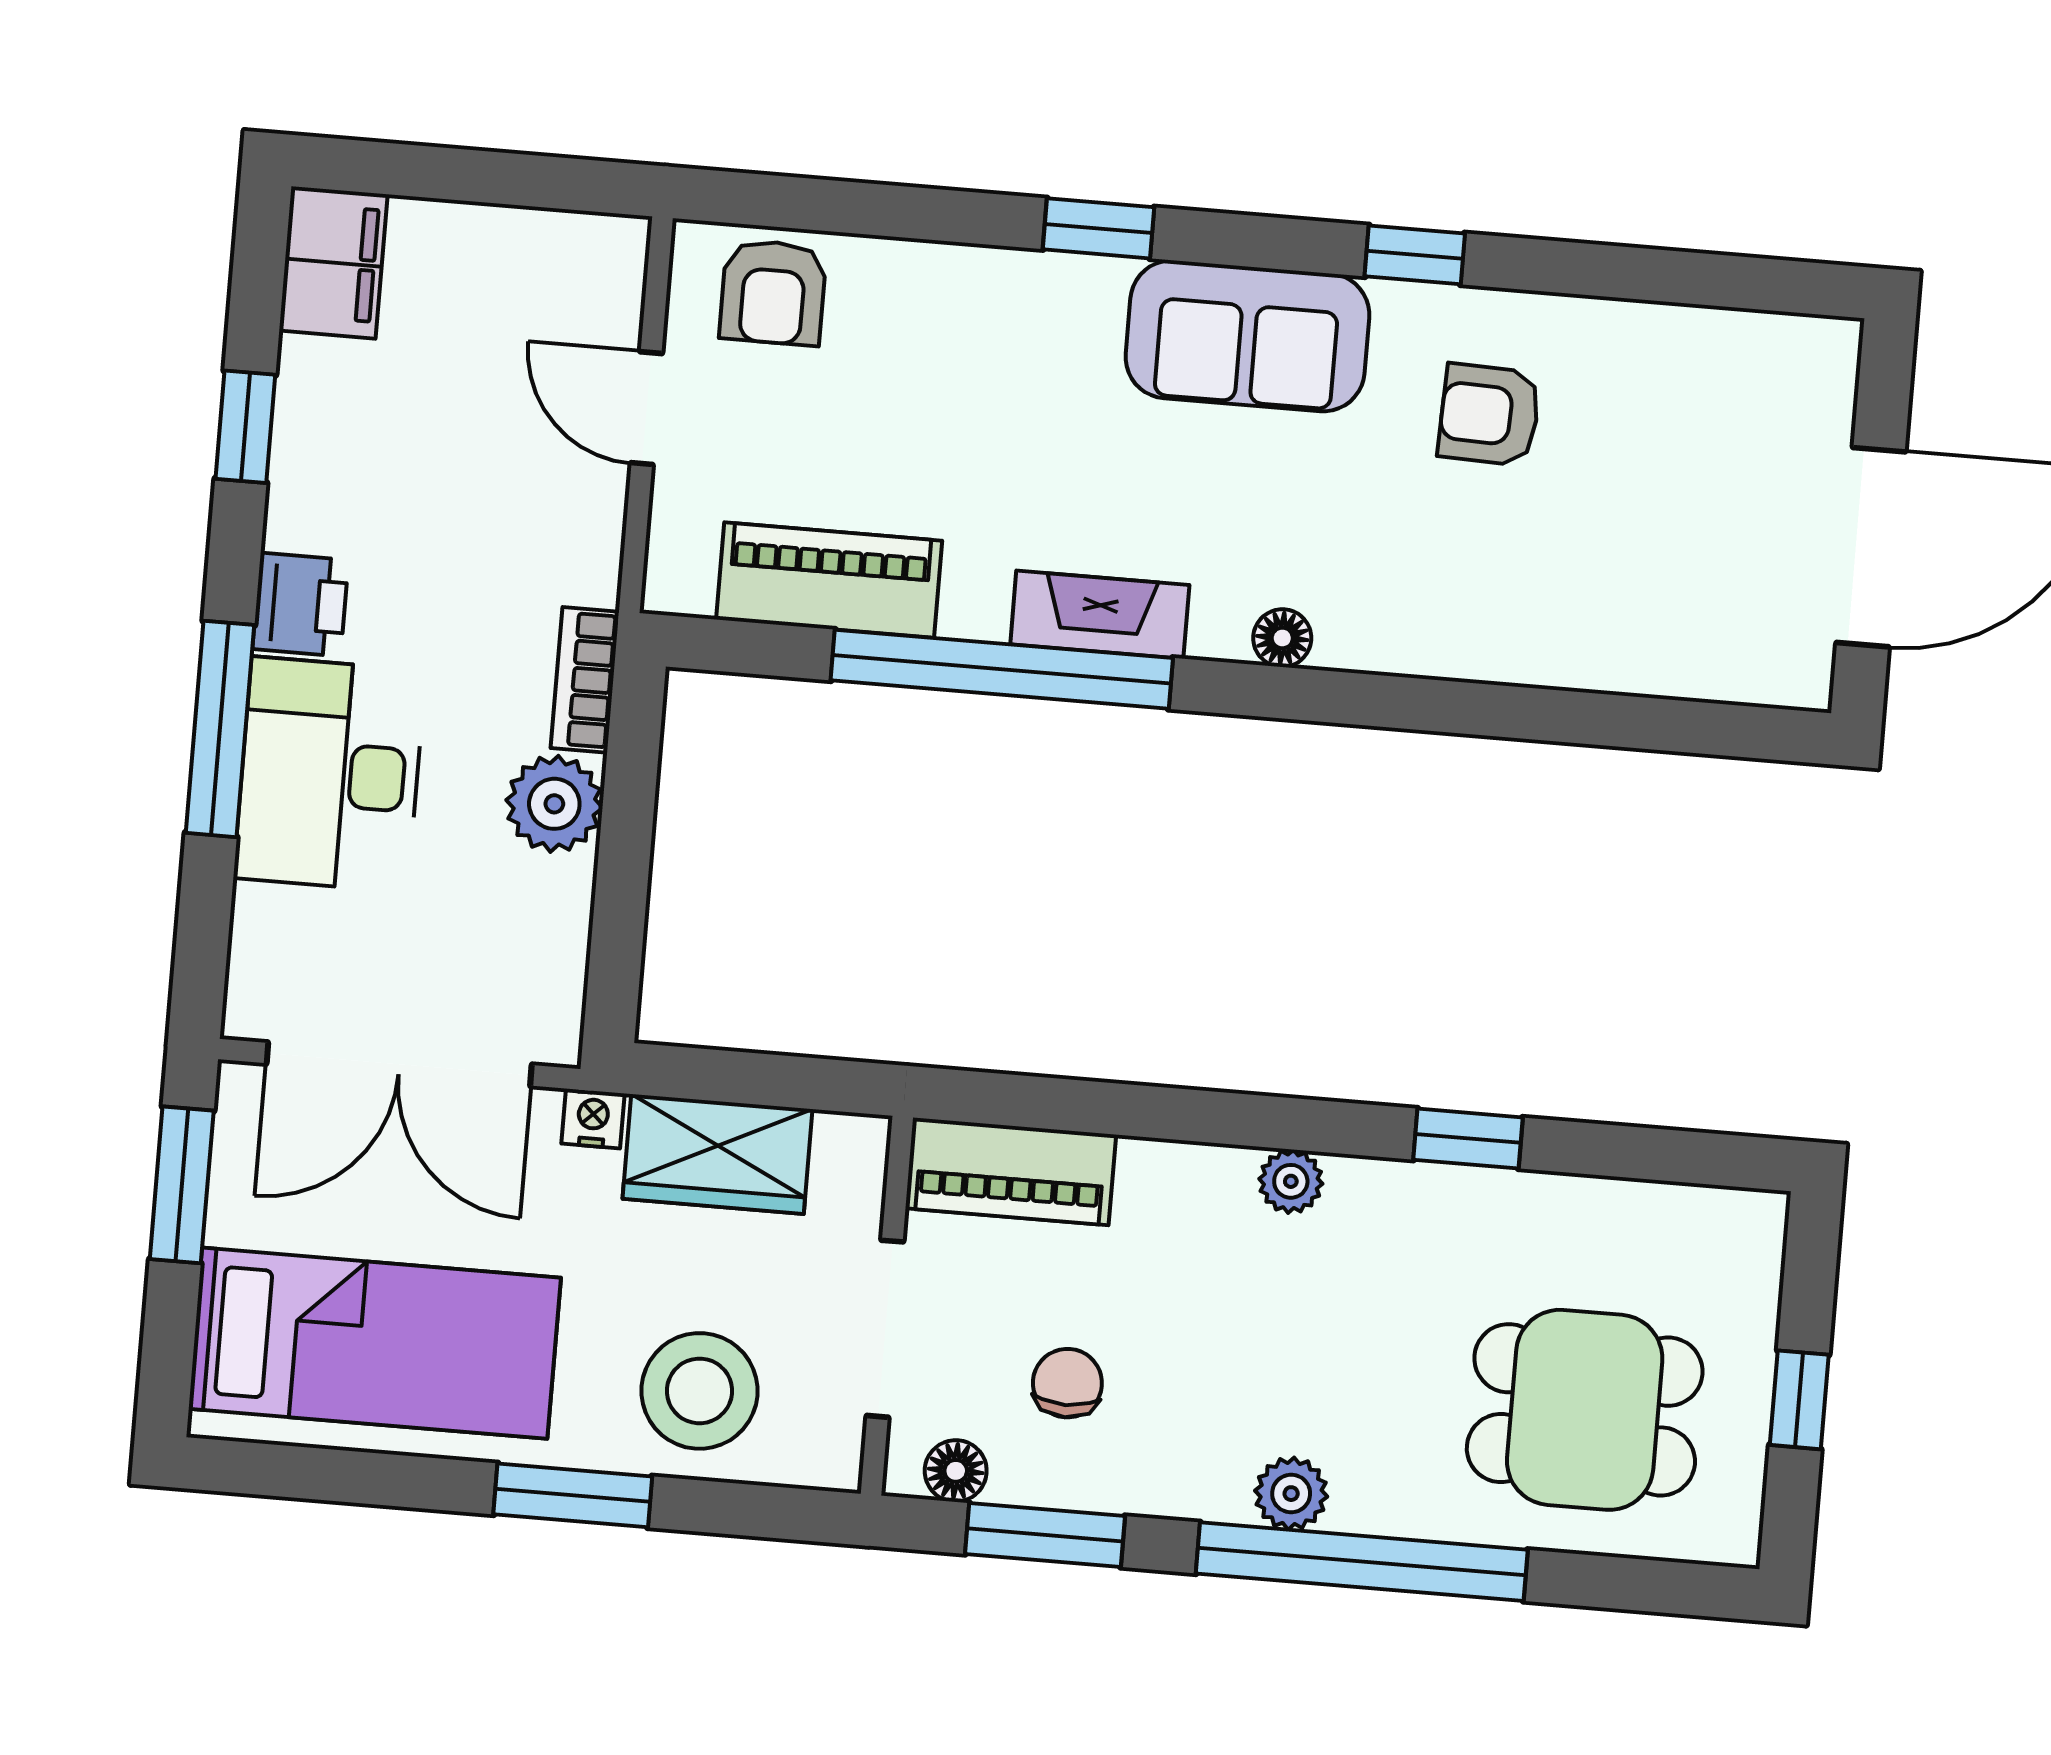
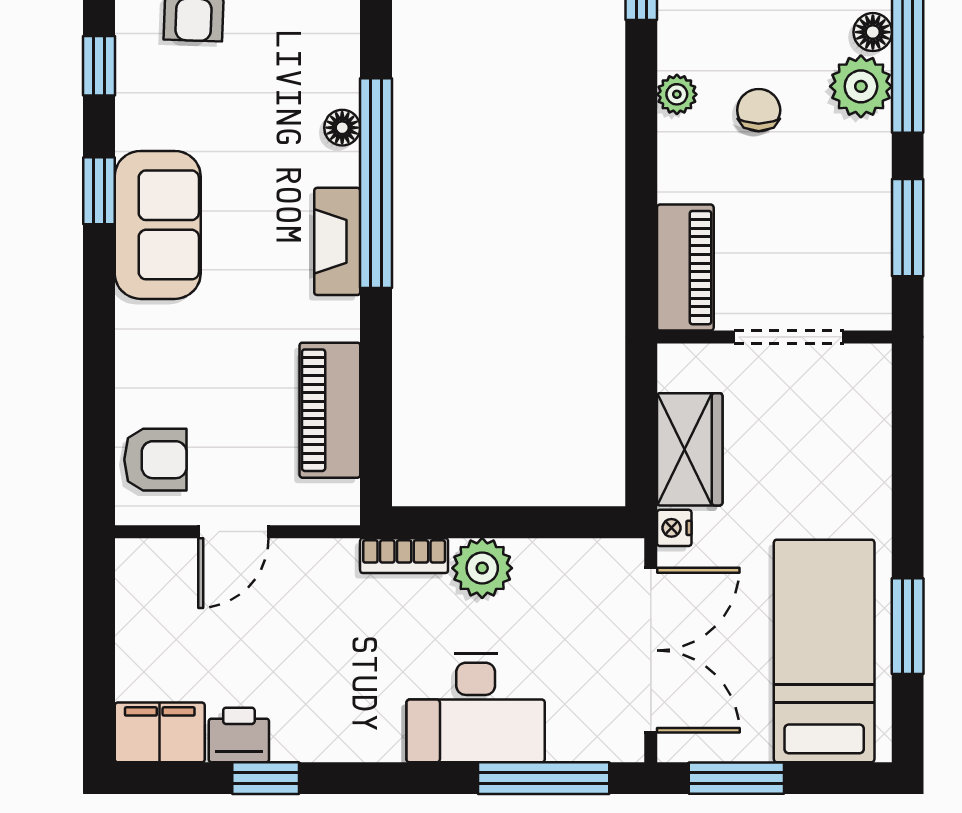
window: (1099, 228) -> (99, 191), moved
sofa: (1247, 336) -> (158, 225), moved
printer: (300, 604) -> (239, 735), moved
window: (1002, 669) -> (376, 183), moved
window: (220, 729) -> (544, 778), moved
chair: (1067, 1383) -> (759, 110), moved, turned 90
stool: (699, 1391) -> (837, 448), removed
floor lamp: (956, 1471) -> (873, 32), moved
plant: (1291, 1494) -> (861, 86), width x1.38, depth x1.38
window: (573, 1495) -> (908, 626), moved

